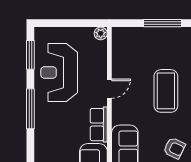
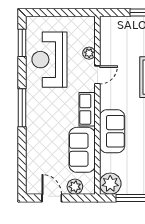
plant: (101, 33) -> (89, 53), moved
window: (30, 109) -> (22, 108), moved

